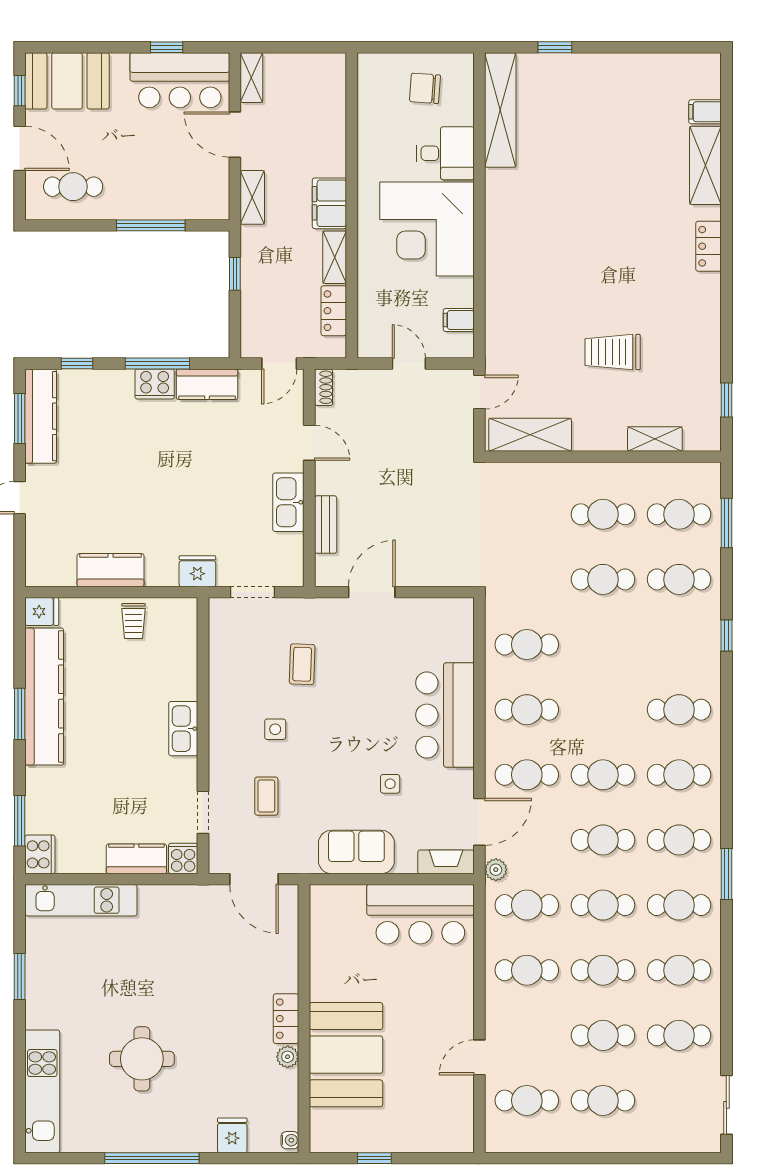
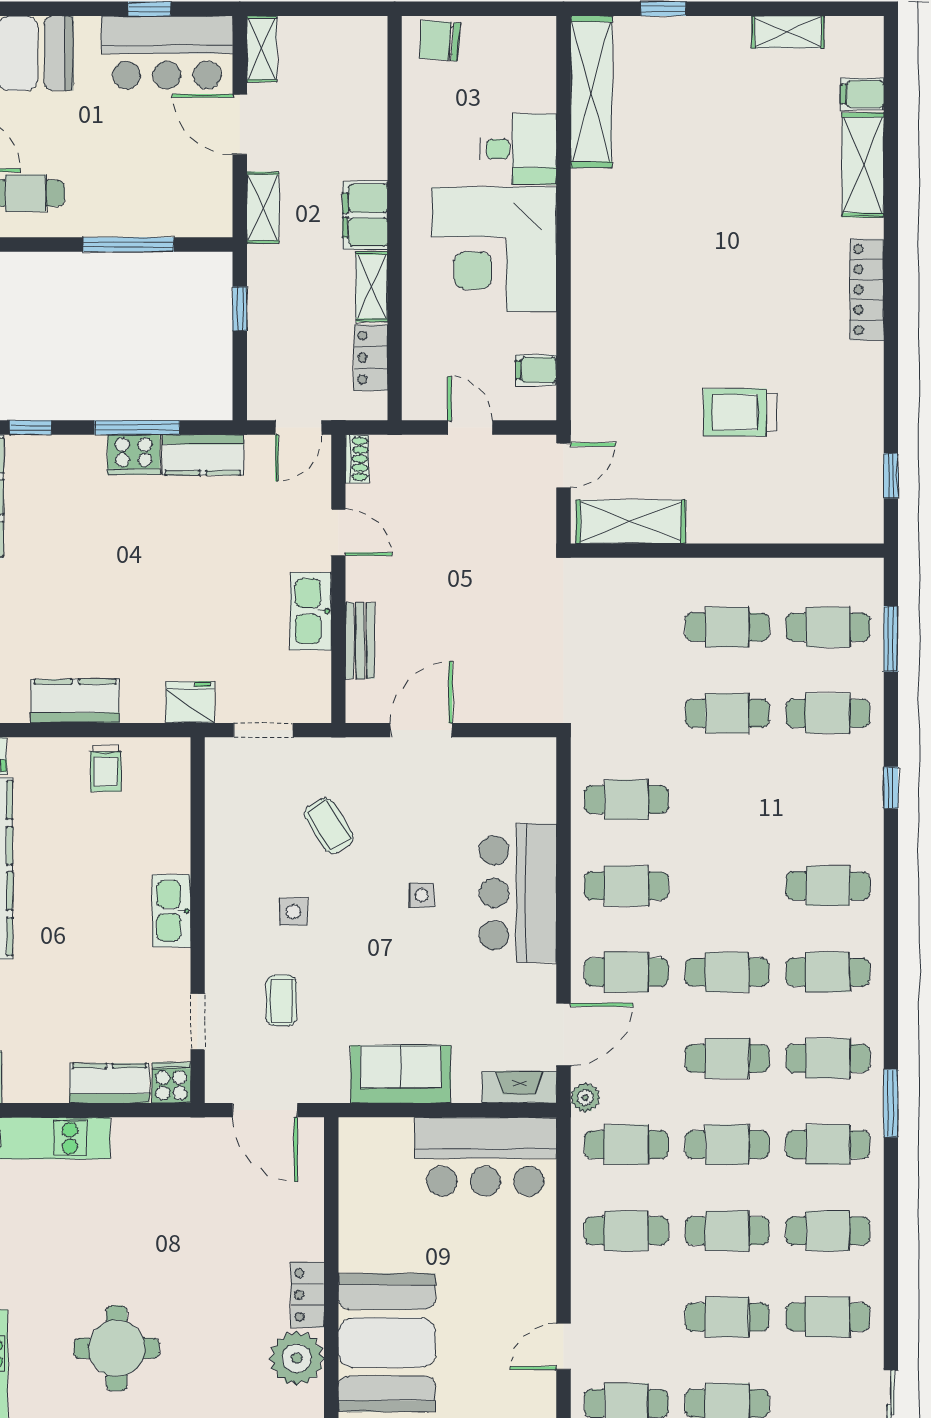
chair: (425, 88) -> (440, 41), moved
locker: (709, 246) -> (867, 290), width x1.53
shelving: (655, 439) -> (788, 32), moved
coffee table: (302, 664) -> (329, 826), turned -34
side table: (390, 784) -> (421, 895), moved
plant: (288, 1057) -> (297, 1358), width x1.87, depth x1.87

